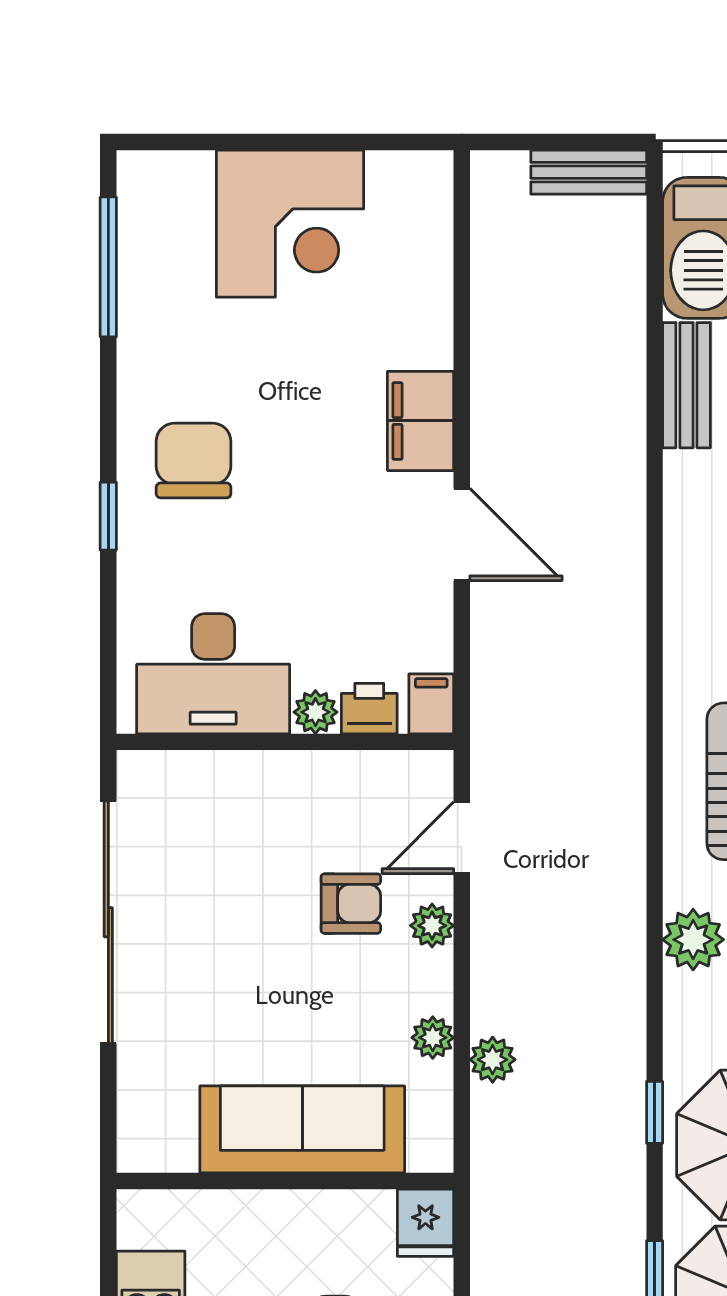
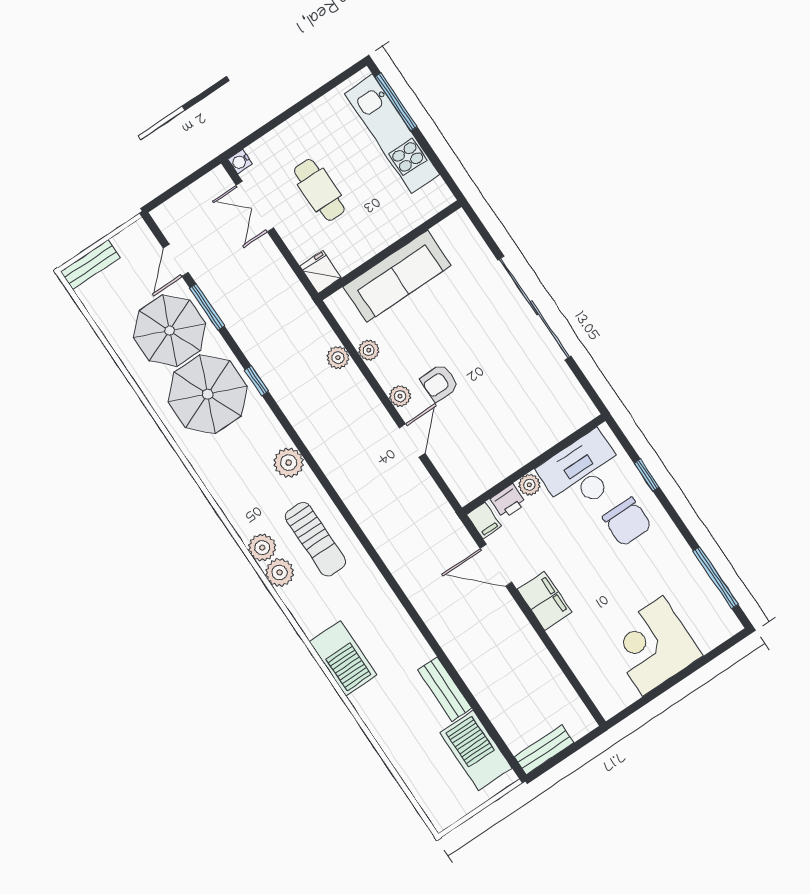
desk: (213, 674) -> (582, 472), moved
filing cabinet: (431, 704) -> (484, 520), moved
printer: (369, 709) -> (508, 501), moved
plant: (315, 712) -> (529, 485), moved
wall: (285, 742) -> (534, 464), moved

